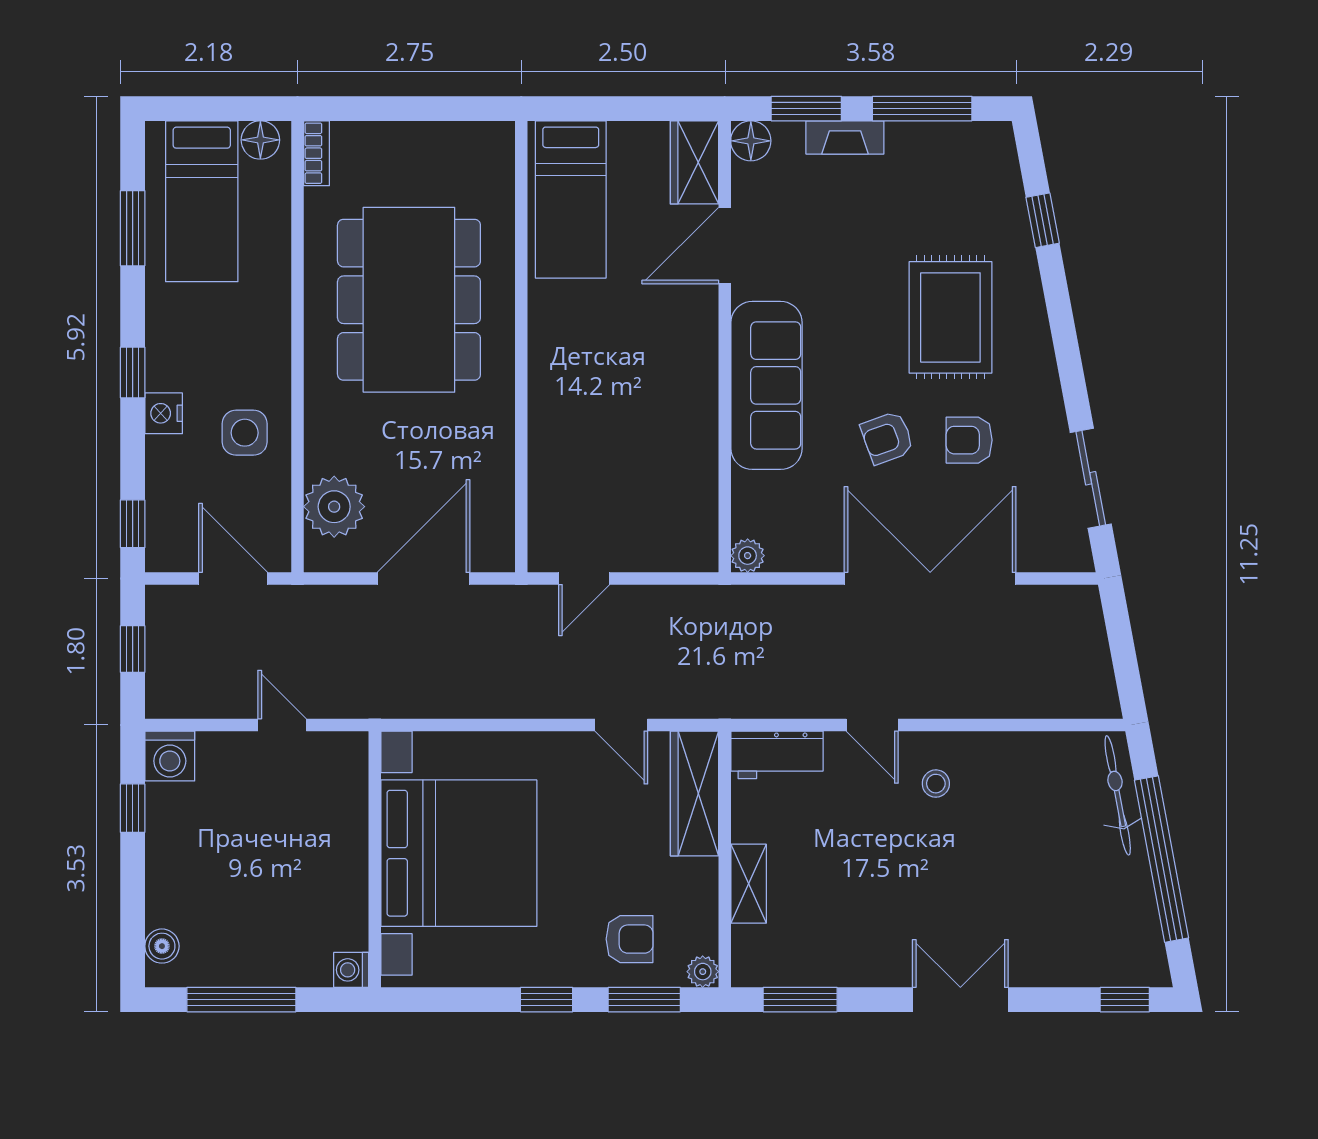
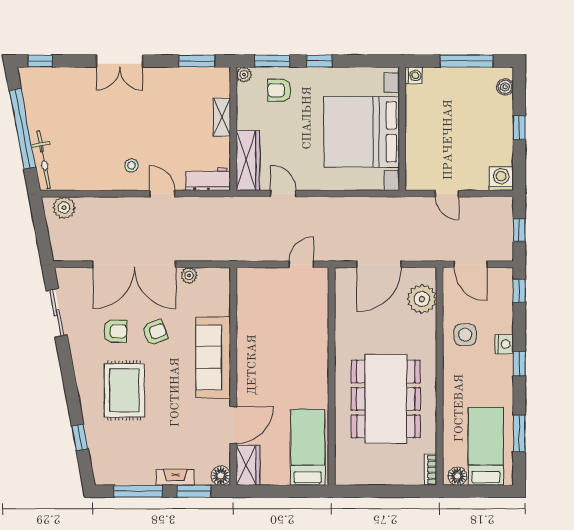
plant: (748, 556) -> (189, 275), moved
plant: (1075, 696) -> (64, 208), added
window: (133, 808) -> (519, 128), moved

